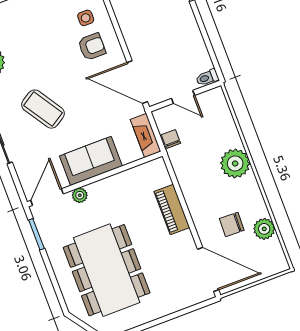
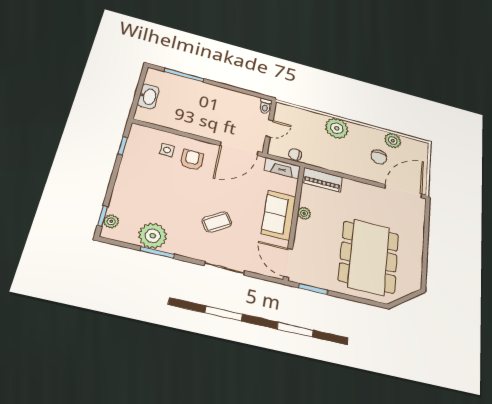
coffee table: (43, 109) -> (217, 222), width x0.73, depth x0.77
plant: (80, 195) -> (304, 213), moved
piano: (172, 210) -> (322, 180), moved
dining table: (107, 270) -> (369, 257), turned 90

